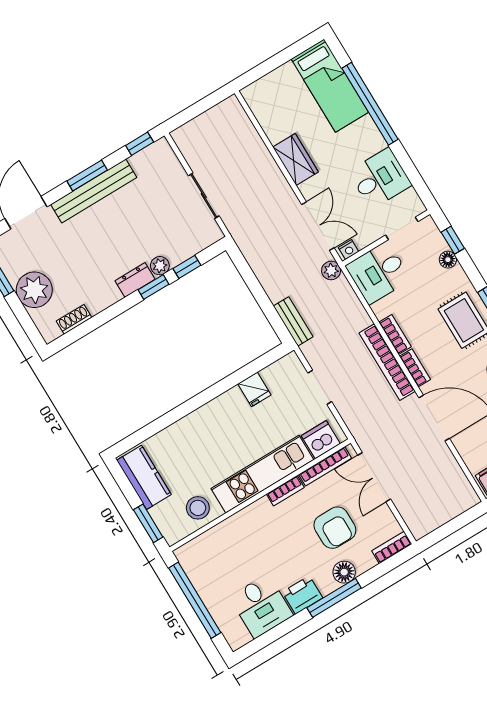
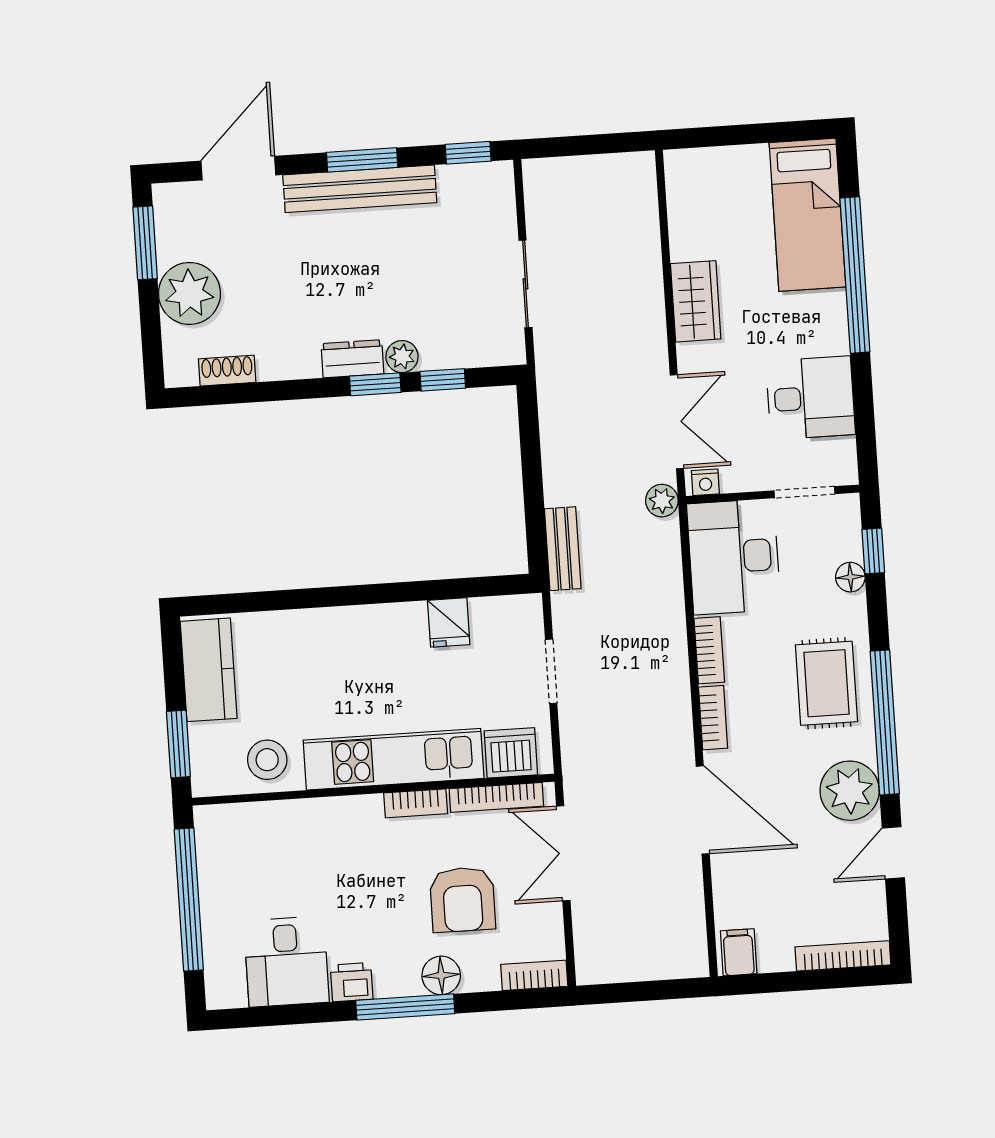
desk: (378, 273) -> (734, 557), width x1.37
bookcase: (387, 362) -> (675, 686), removed
printer: (302, 595) -> (352, 982), width x0.73, depth x0.81

